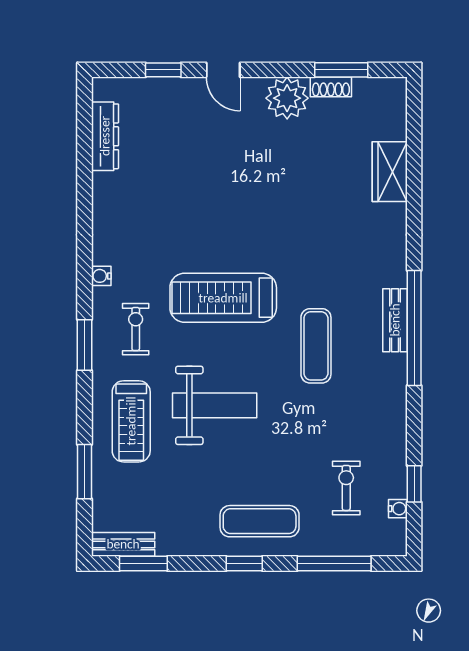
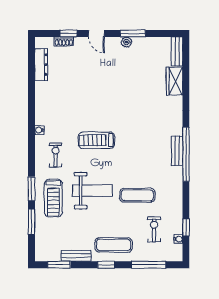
window: (341, 70) -> (133, 33), moved
shoe rack: (331, 87) -> (64, 41), moved
plant: (287, 98) -> (126, 42), width x0.53, depth x0.53
bench: (395, 108) -> (177, 51), added
treadmill: (223, 298) -> (96, 140), width x0.73, depth x0.73
window: (84, 345) -> (31, 189), moved
exercise mat: (316, 346) -> (137, 195), moved, turned 90
bench: (123, 544) -> (76, 256), moved

